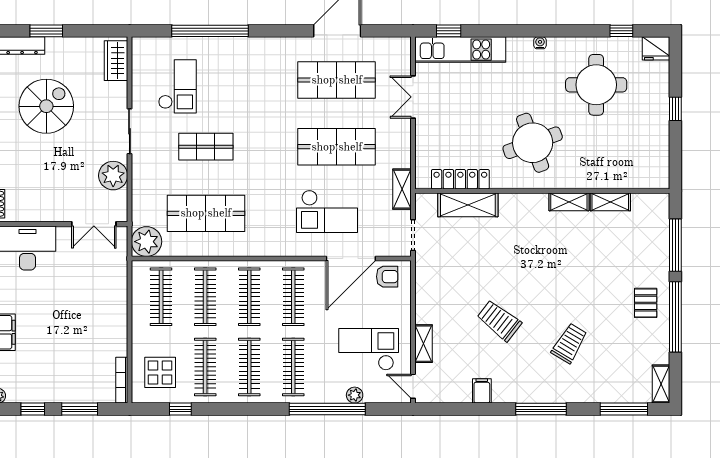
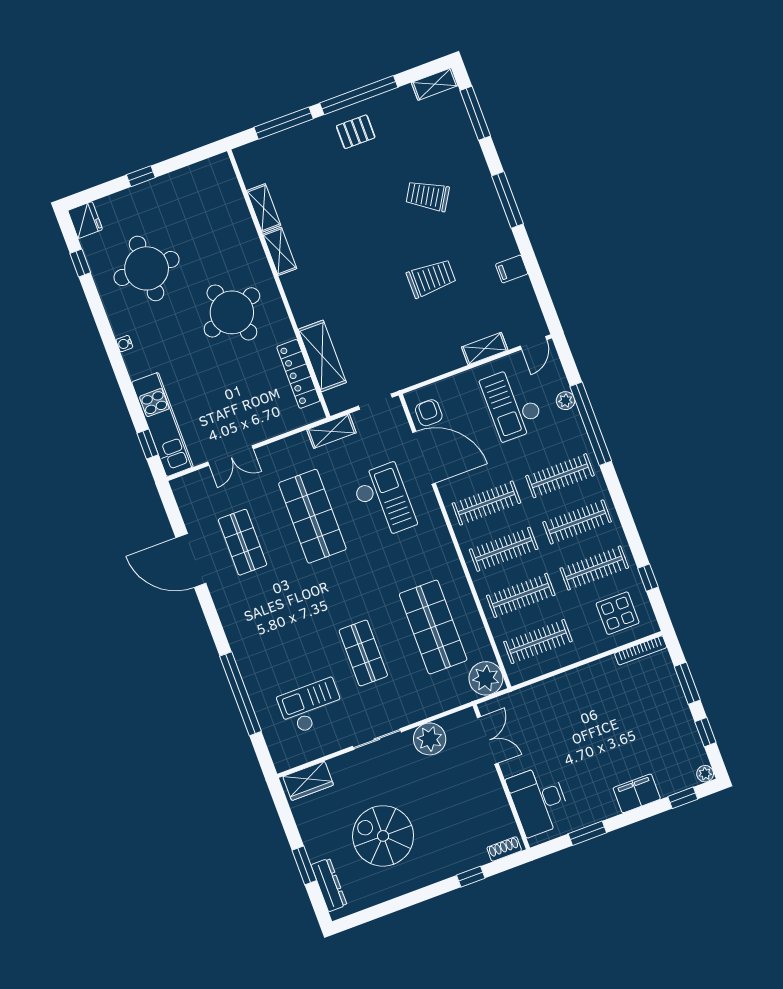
shop shelf: (337, 80) -> (243, 542), width x0.70, depth x0.74
trolley: (499, 321) -> (431, 278), turned -128

